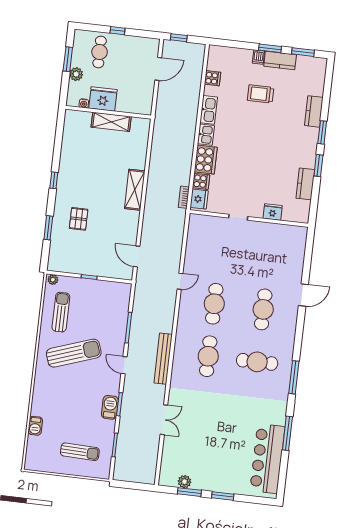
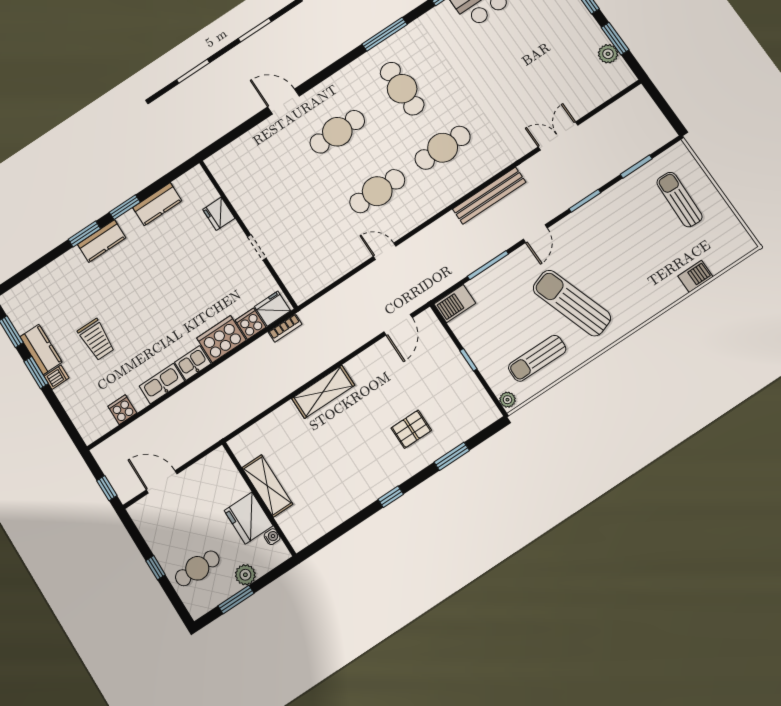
kitchen counter: (314, 111) -> (102, 241), moved
barbecue: (110, 407) -> (455, 304), moved

